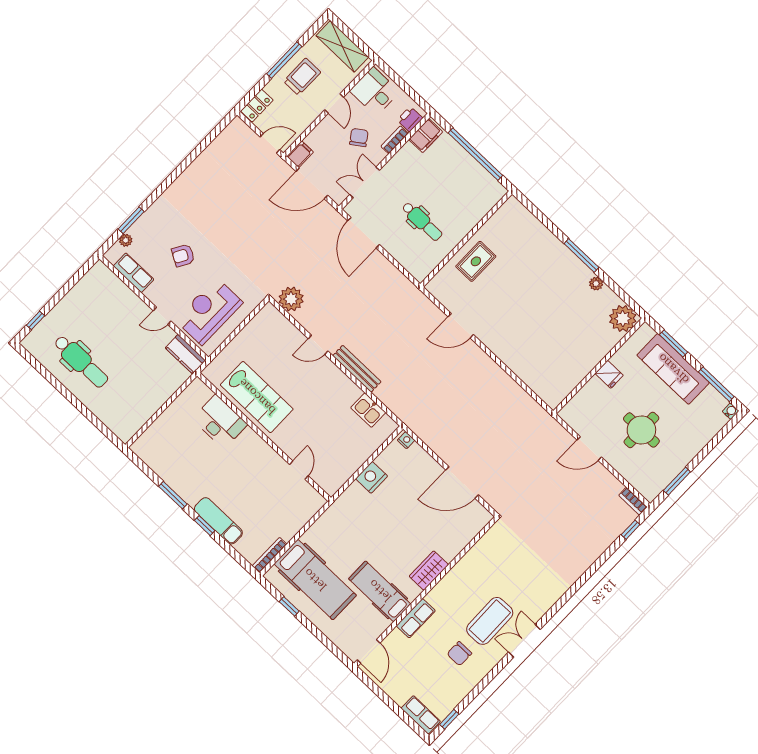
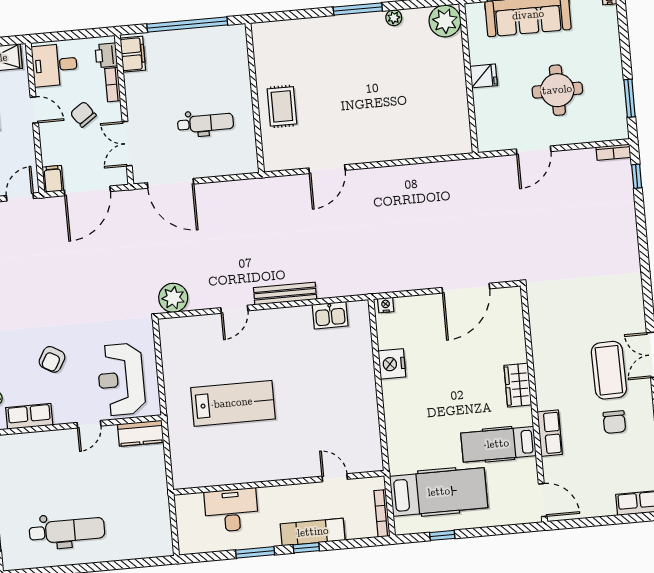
desk: (220, 422) -> (231, 510), moved
wall: (264, 437) -> (279, 483), moved
door: (299, 470) -> (335, 478), moved

